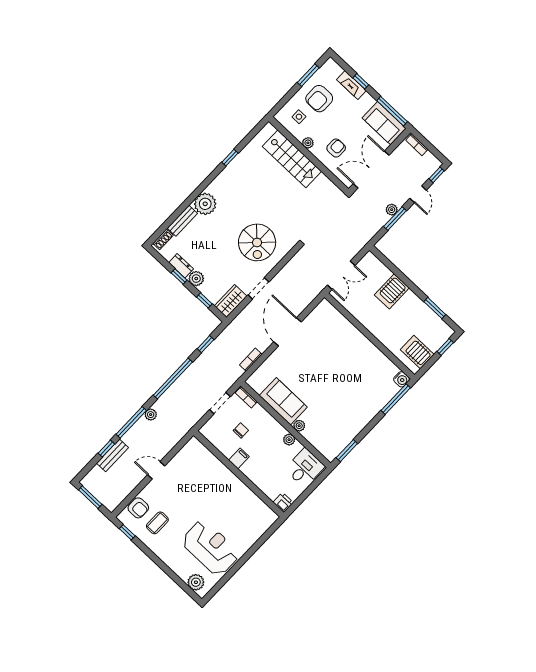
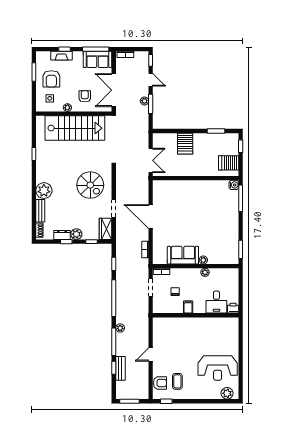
stairs: (292, 159) -> (75, 128), width x1.36, depth x1.51
desk: (305, 468) -> (216, 302), moved, turned 180
reception desk: (210, 548) -> (218, 368), turned 180

